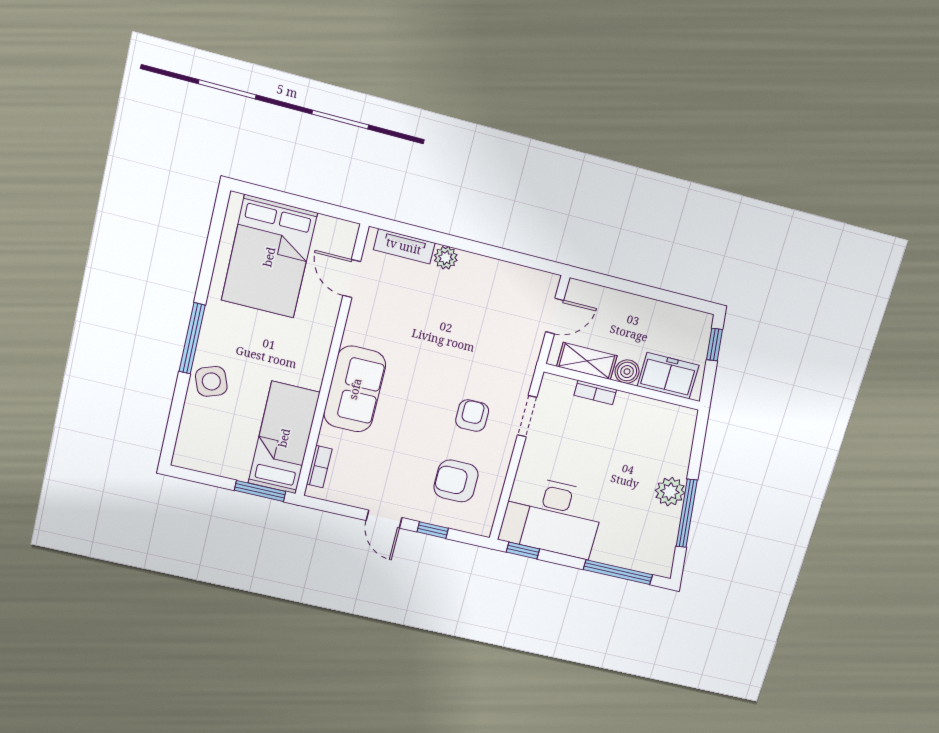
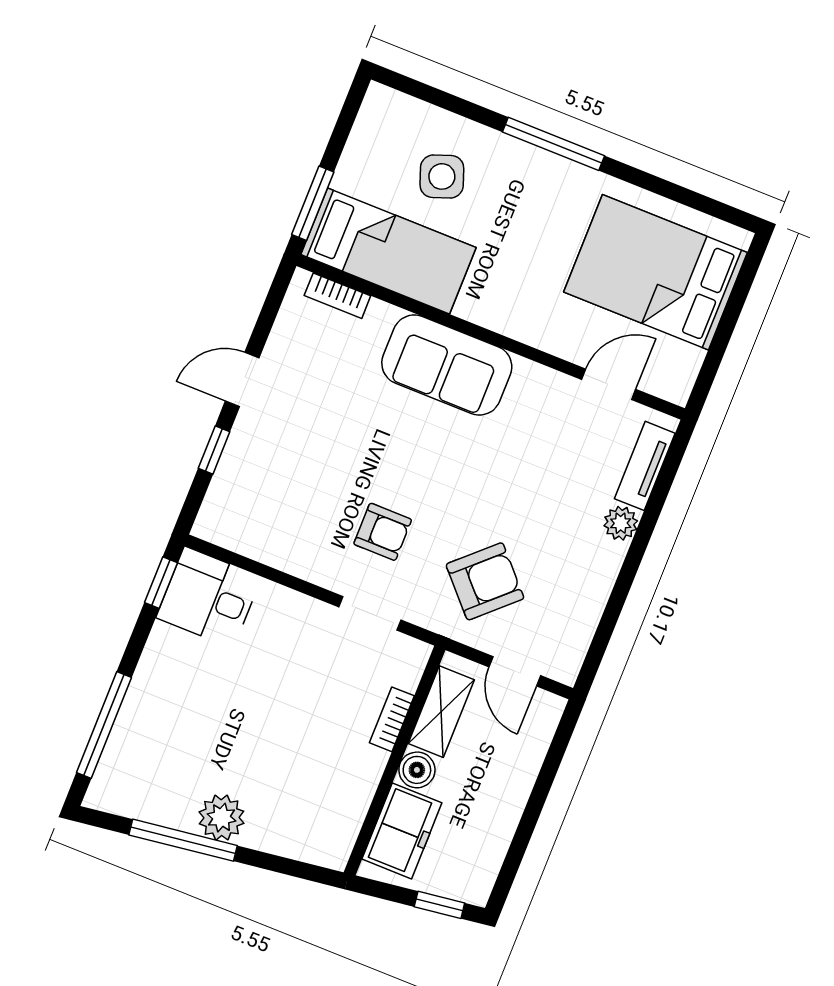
side table: (211, 381) -> (442, 176), moved
armchair: (456, 481) -> (485, 581), moved, turned 47
desk: (552, 517) -> (209, 597), width x0.53, depth x0.77

